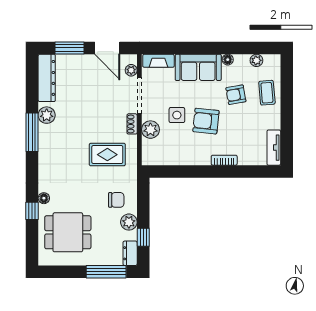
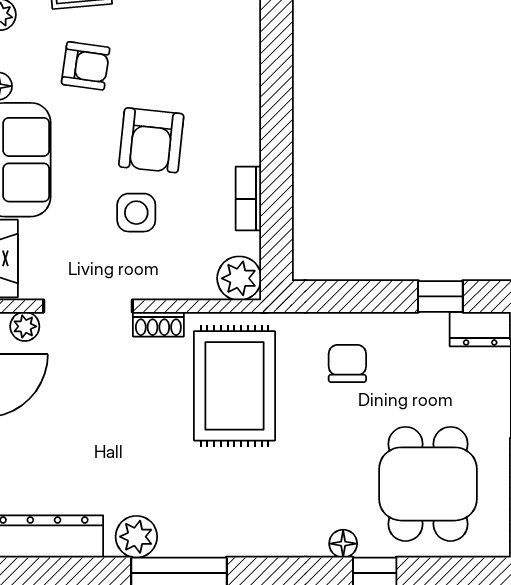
armchair: (236, 95) -> (86, 66), turned -72
plant: (150, 130) -> (239, 278), moved
rug: (107, 155) -> (234, 386), width x1.36, depth x1.43
bookcase: (224, 160) -> (248, 199), moved
plant: (129, 222) -> (402, 332), removed

